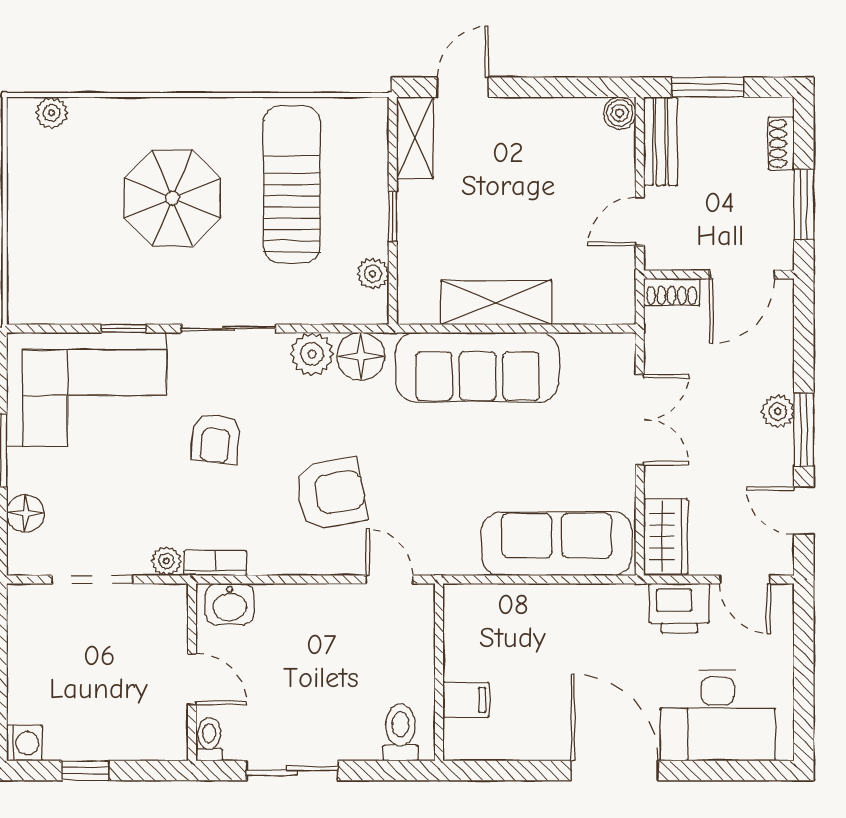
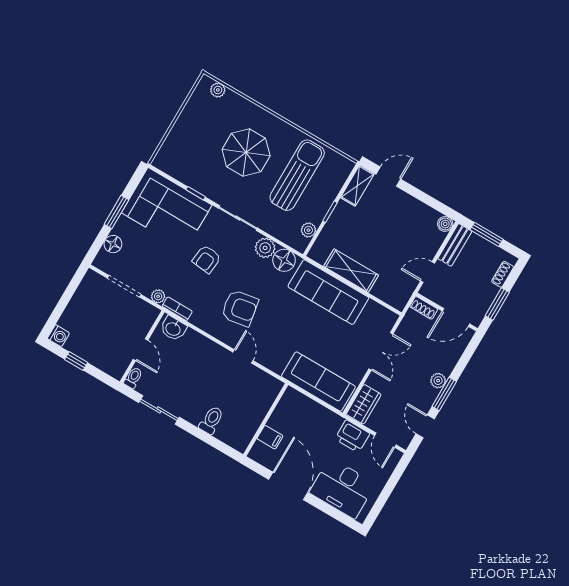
wall: (439, 672) -> (266, 420), moved
filing cabinet: (466, 700) -> (270, 437), moved

